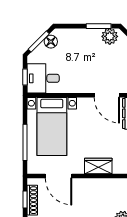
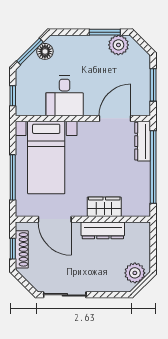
desk: (43, 78) -> (65, 96), moved, turned -90
door: (107, 95) -> (115, 118), swing flipped
dresser: (97, 185) -> (103, 230), added

